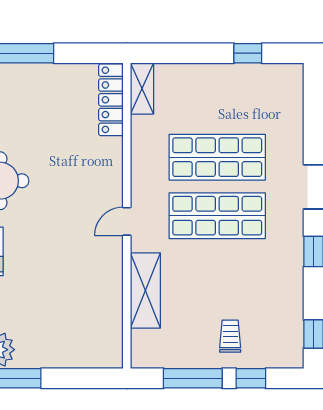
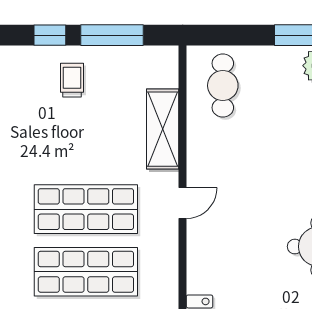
cafe table: (89, 331) -> (223, 86), added
trolley: (230, 336) -> (72, 80), turned 180

